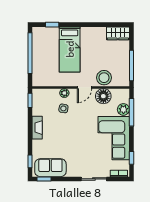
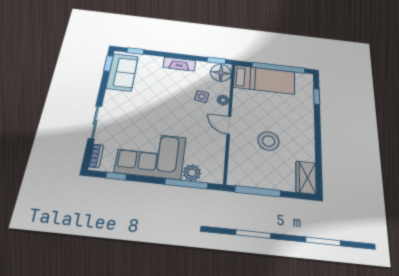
bed: (70, 49) -> (264, 80), moved, turned 180
stool: (104, 78) -> (269, 141), moved
floor lamp: (103, 96) -> (221, 73), moved

